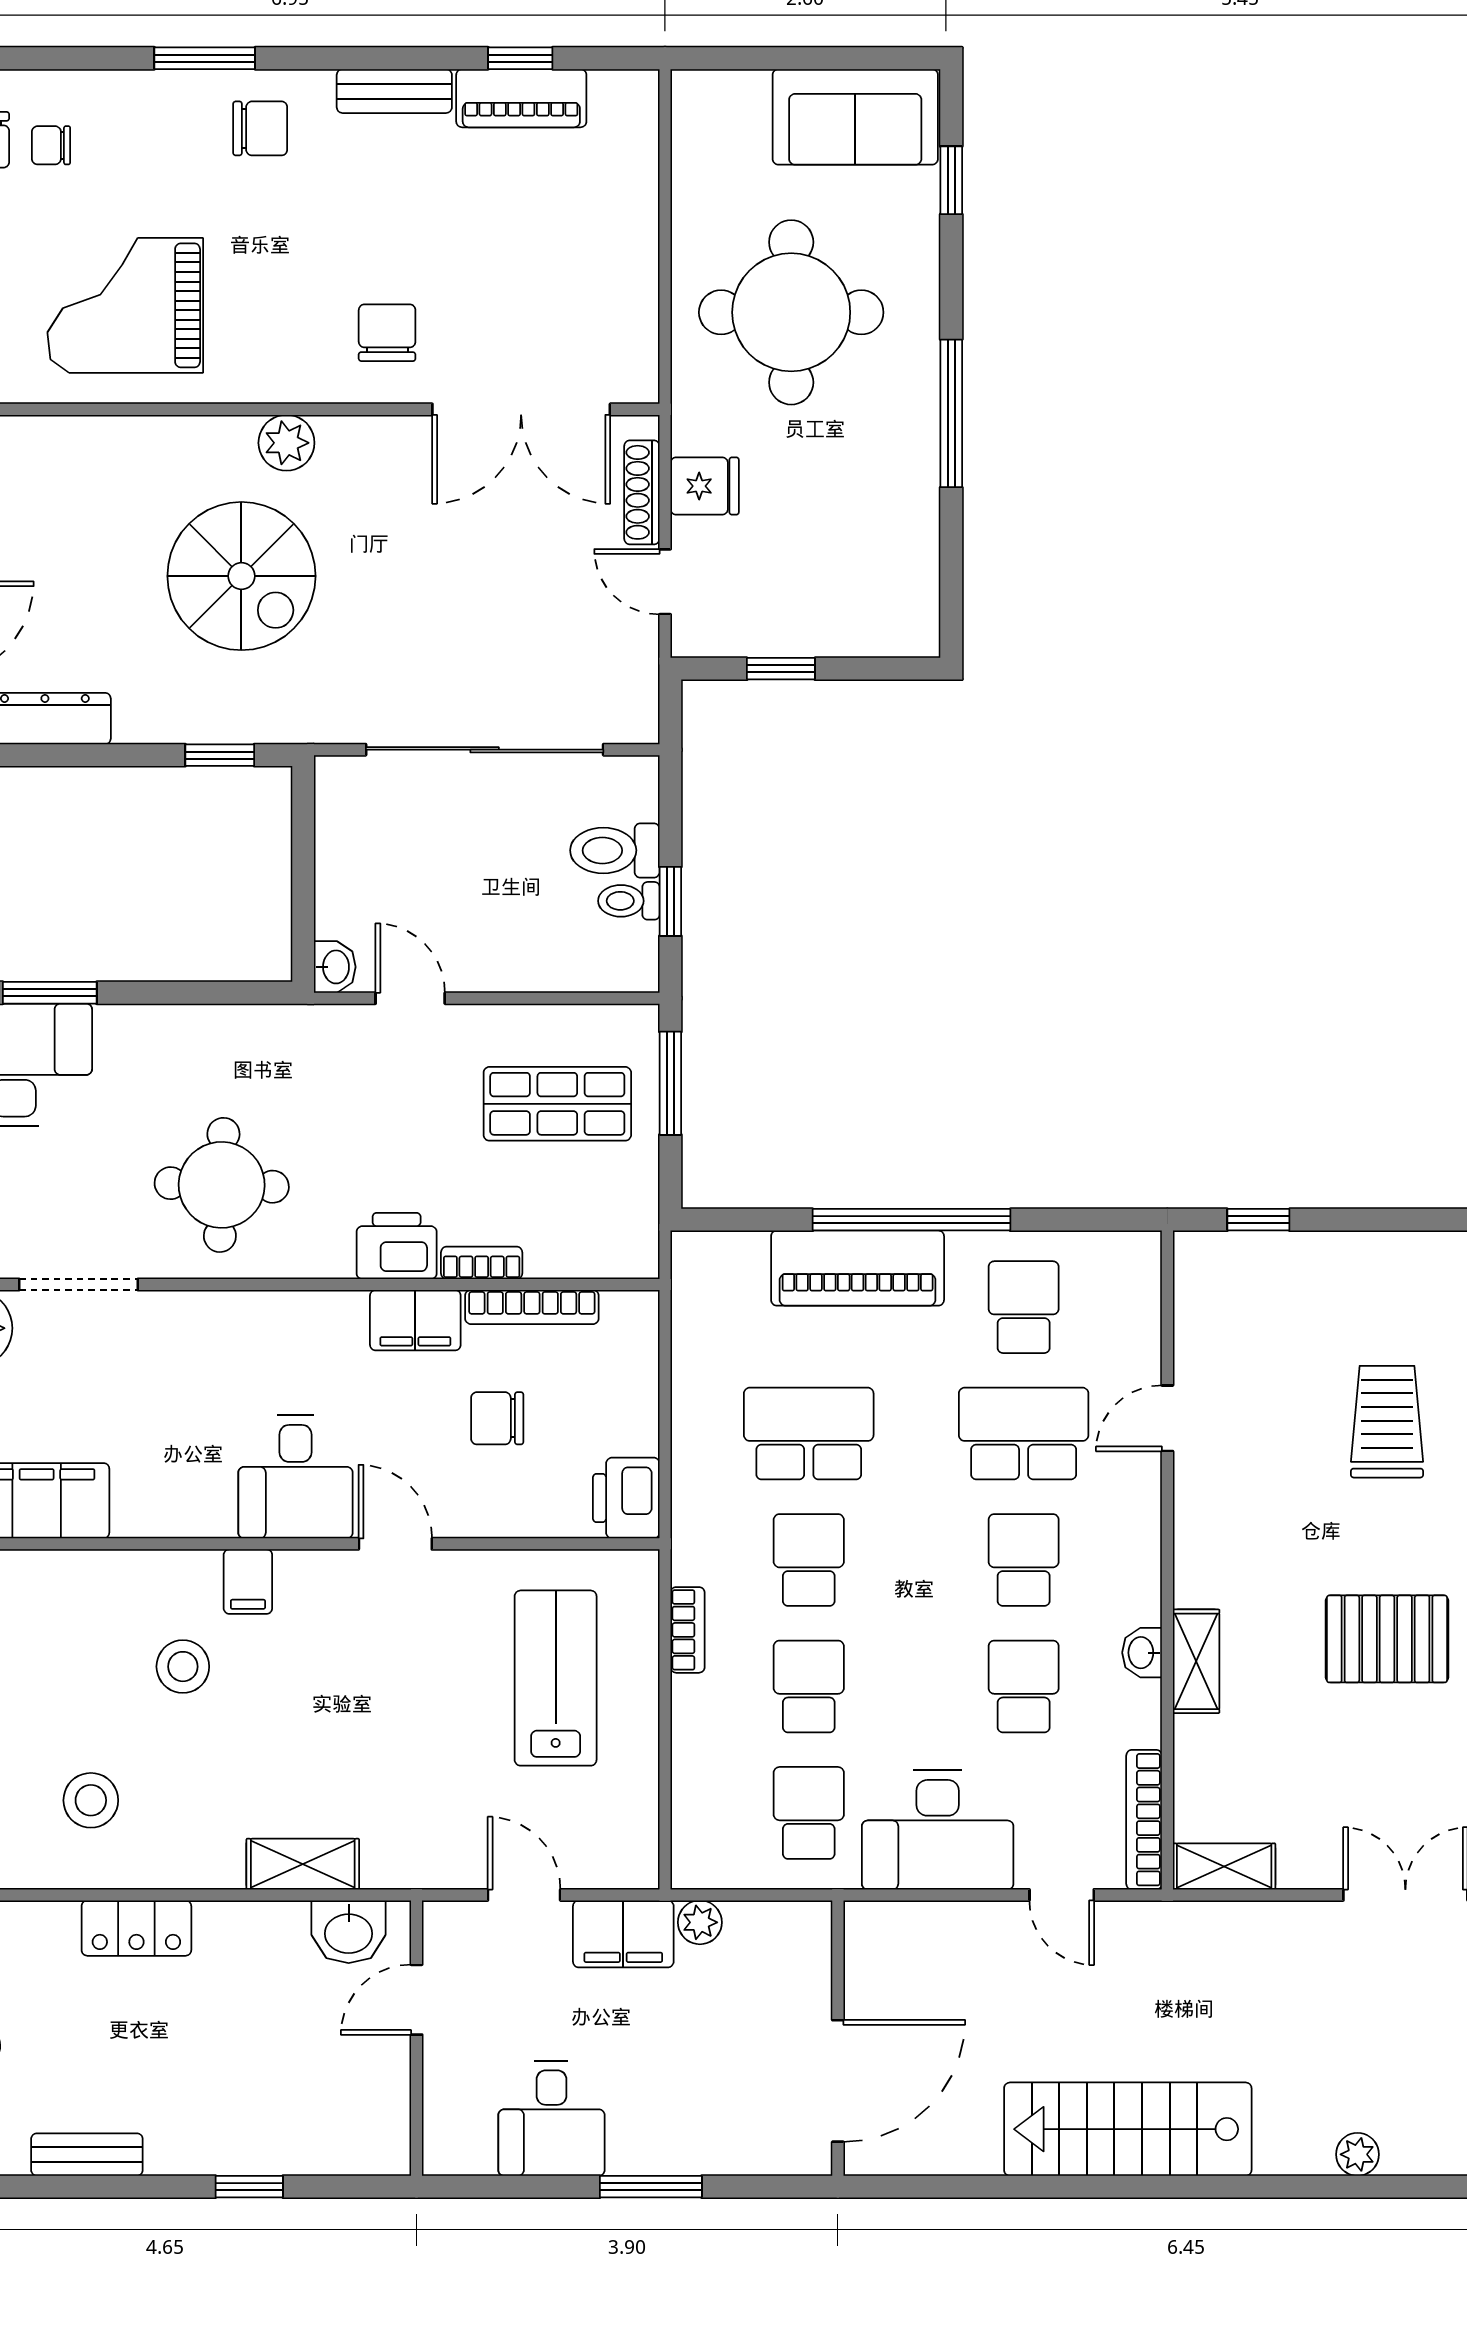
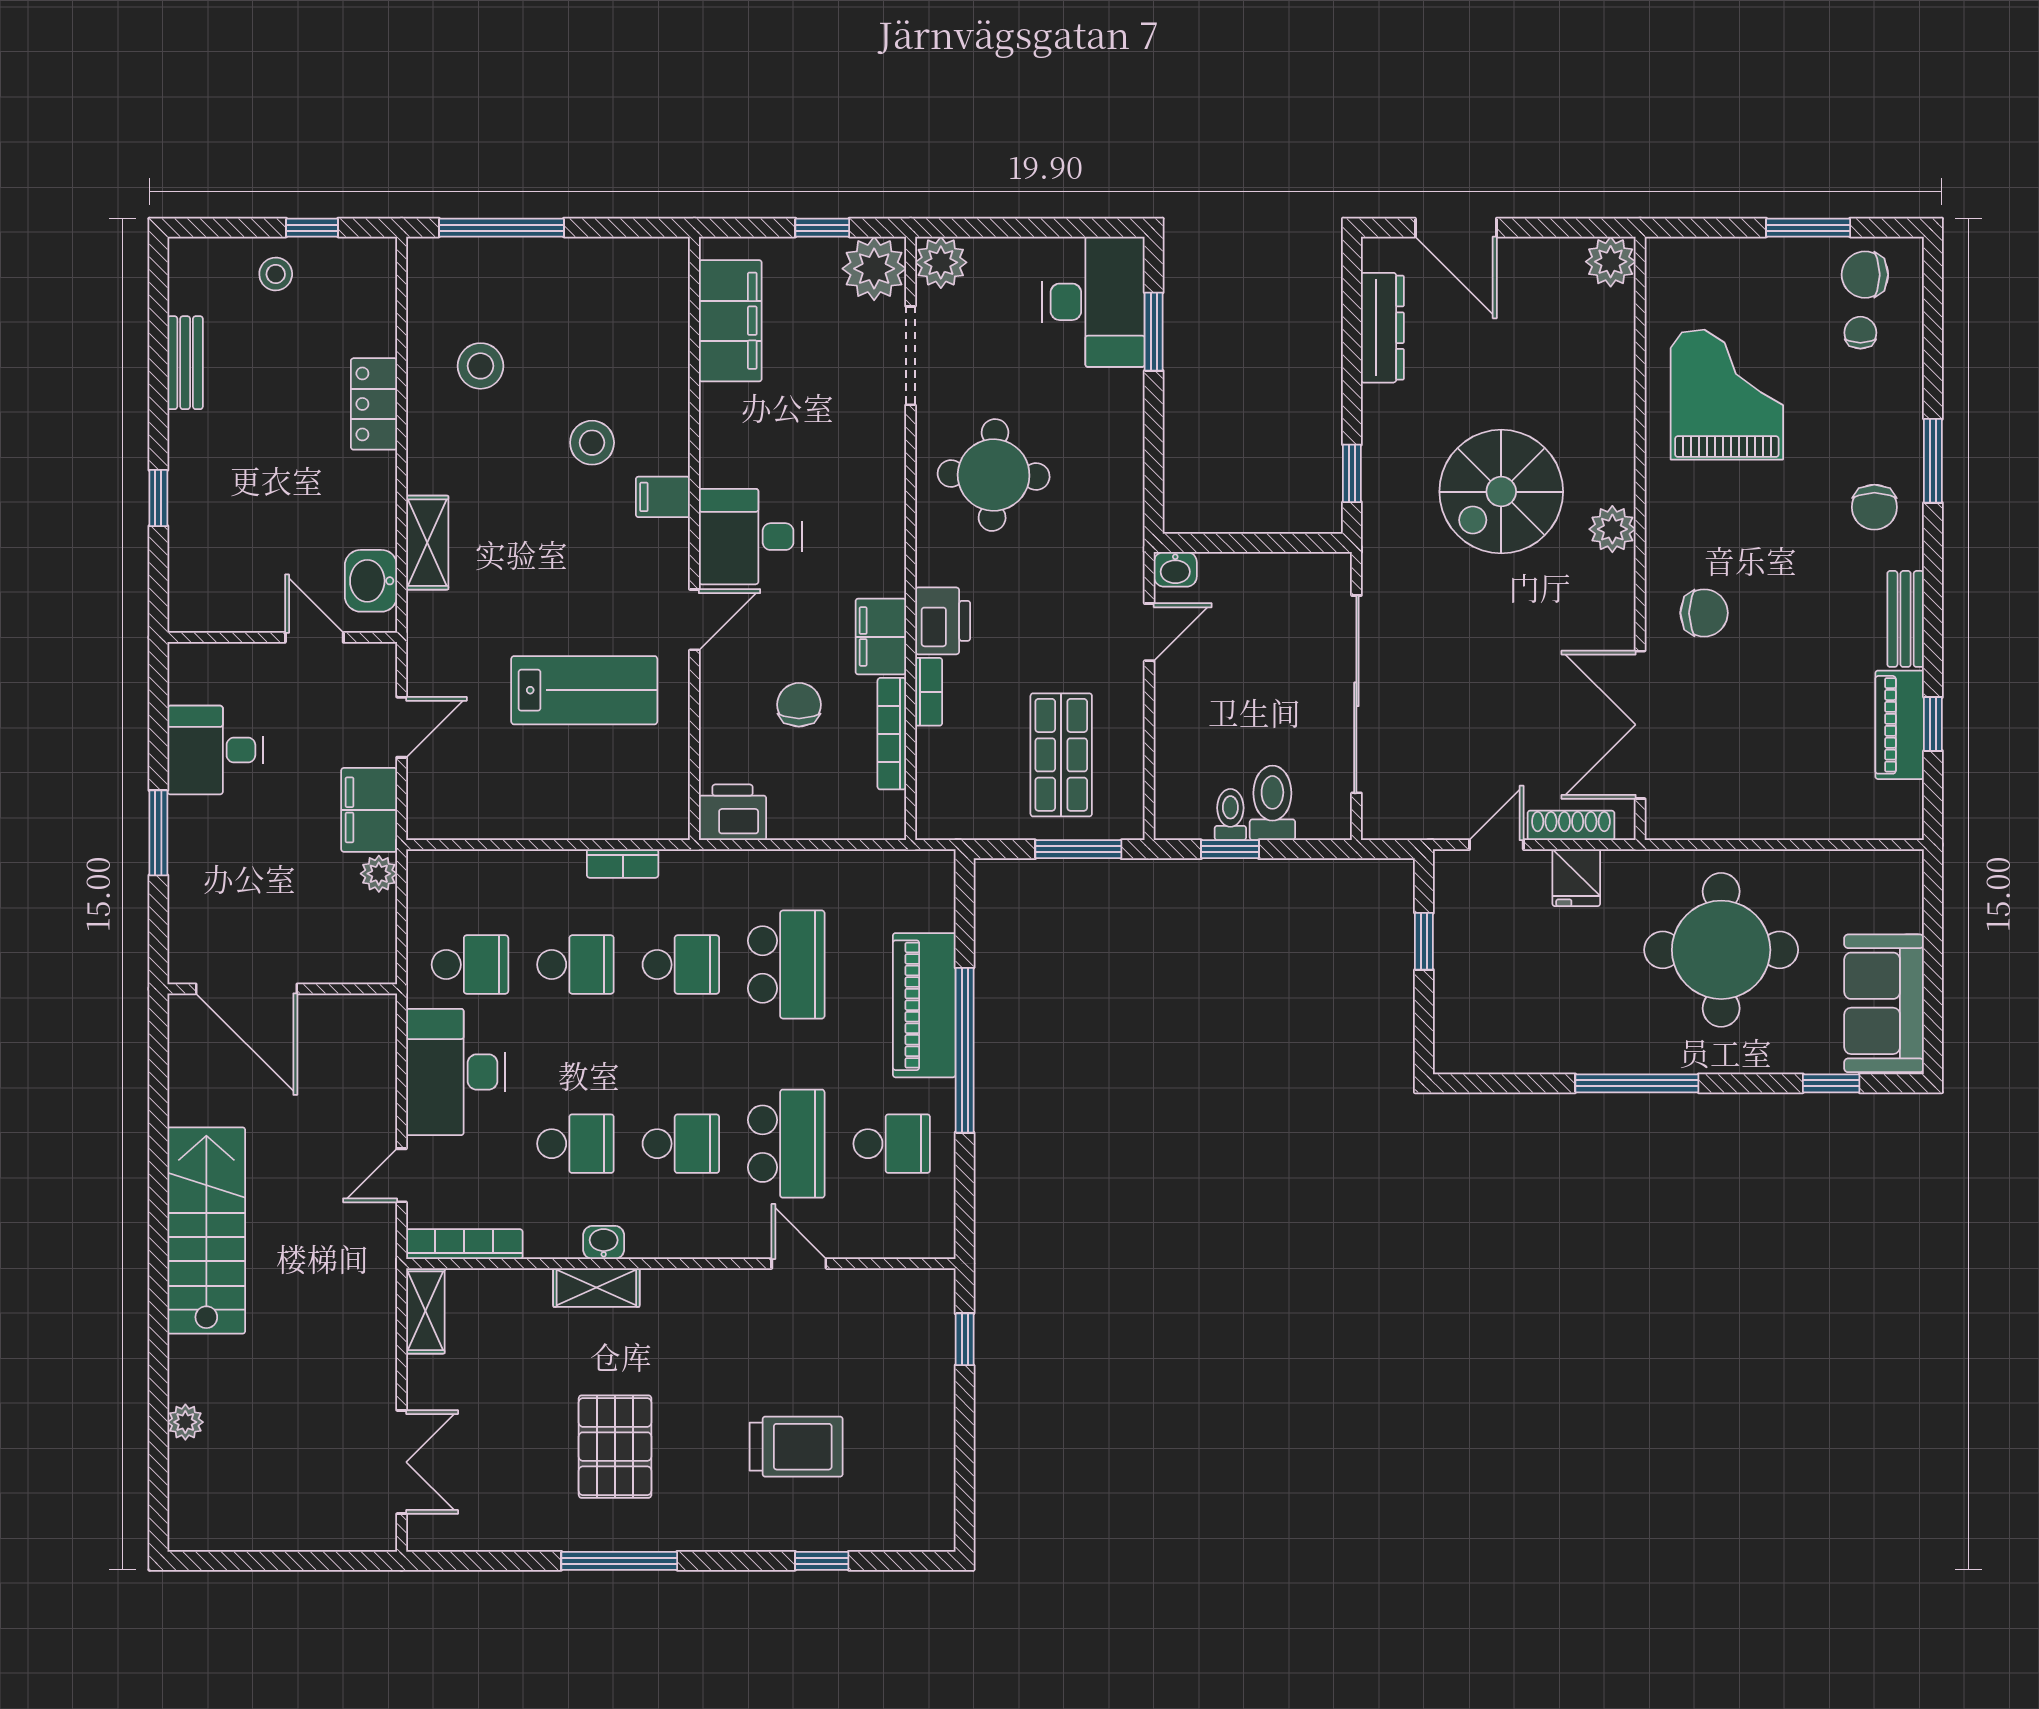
lab bench: (556, 1678) -> (584, 690), moved

